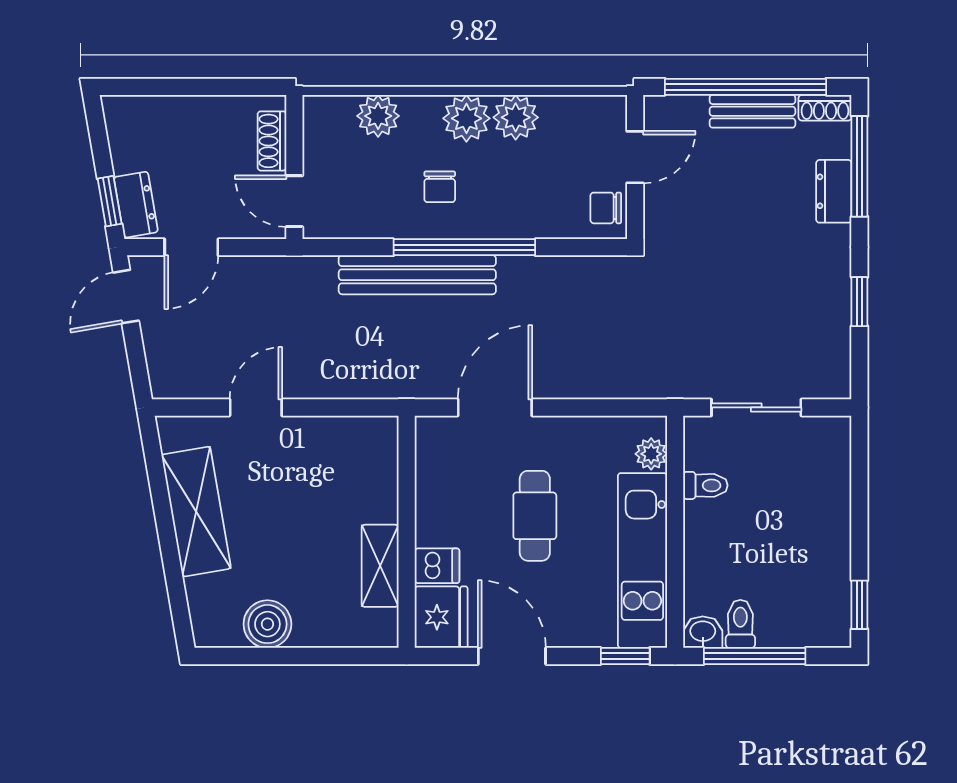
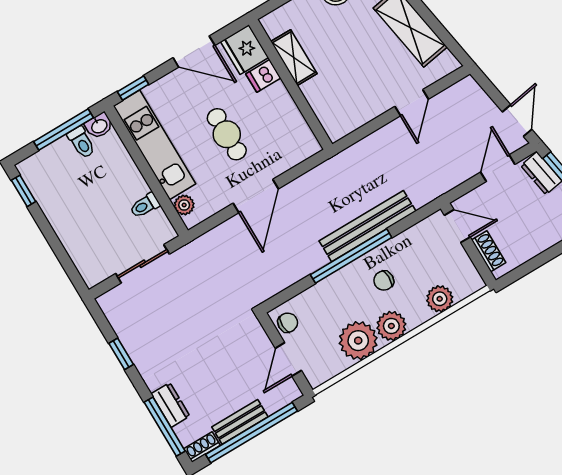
plant: (516, 117) -> (358, 341), width x1.36, depth x1.36
chair: (440, 187) -> (384, 281), turned -90
door: (495, 407) -> (256, 196), moved

